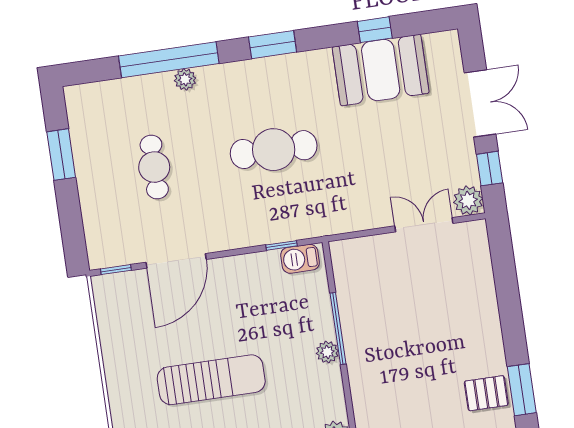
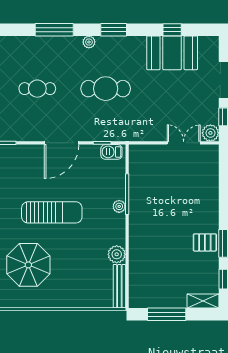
window: (169, 60) -> (54, 30), width x0.68
plant: (185, 79) -> (89, 42), moved
cafe table: (154, 167) -> (37, 89), turned 90
door: (176, 261) -> (62, 143), moved

